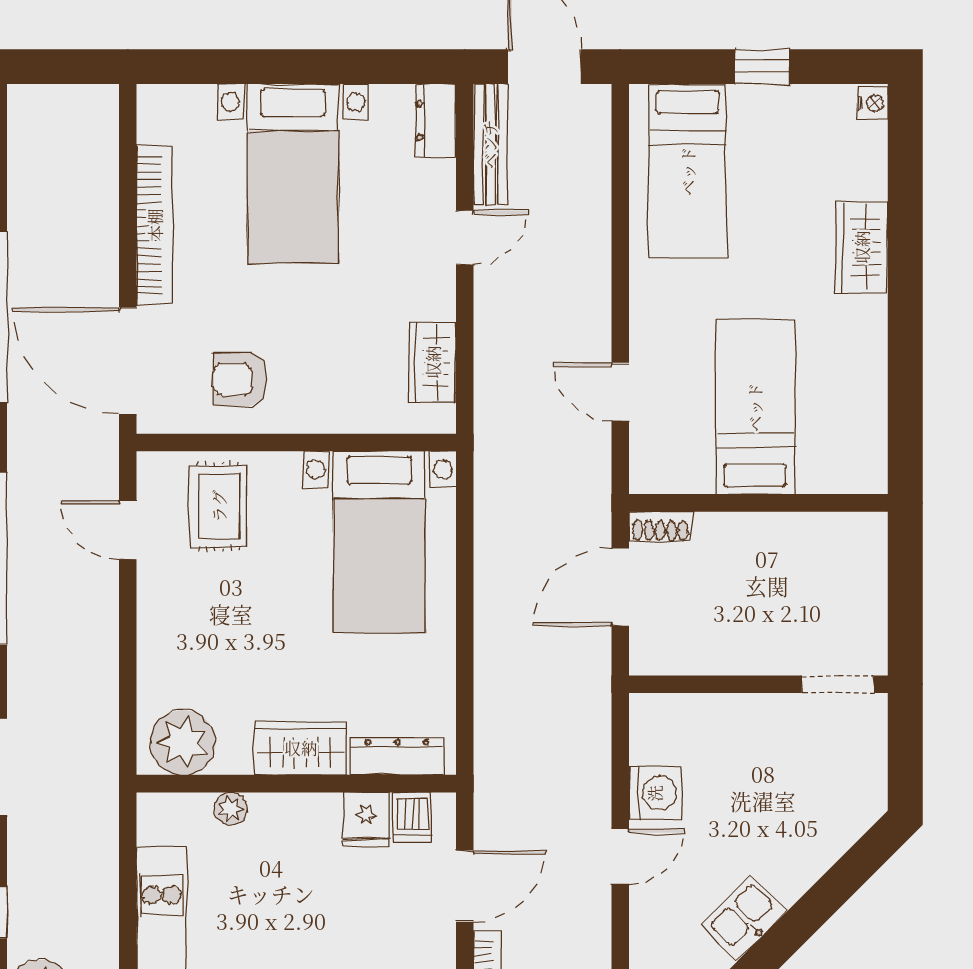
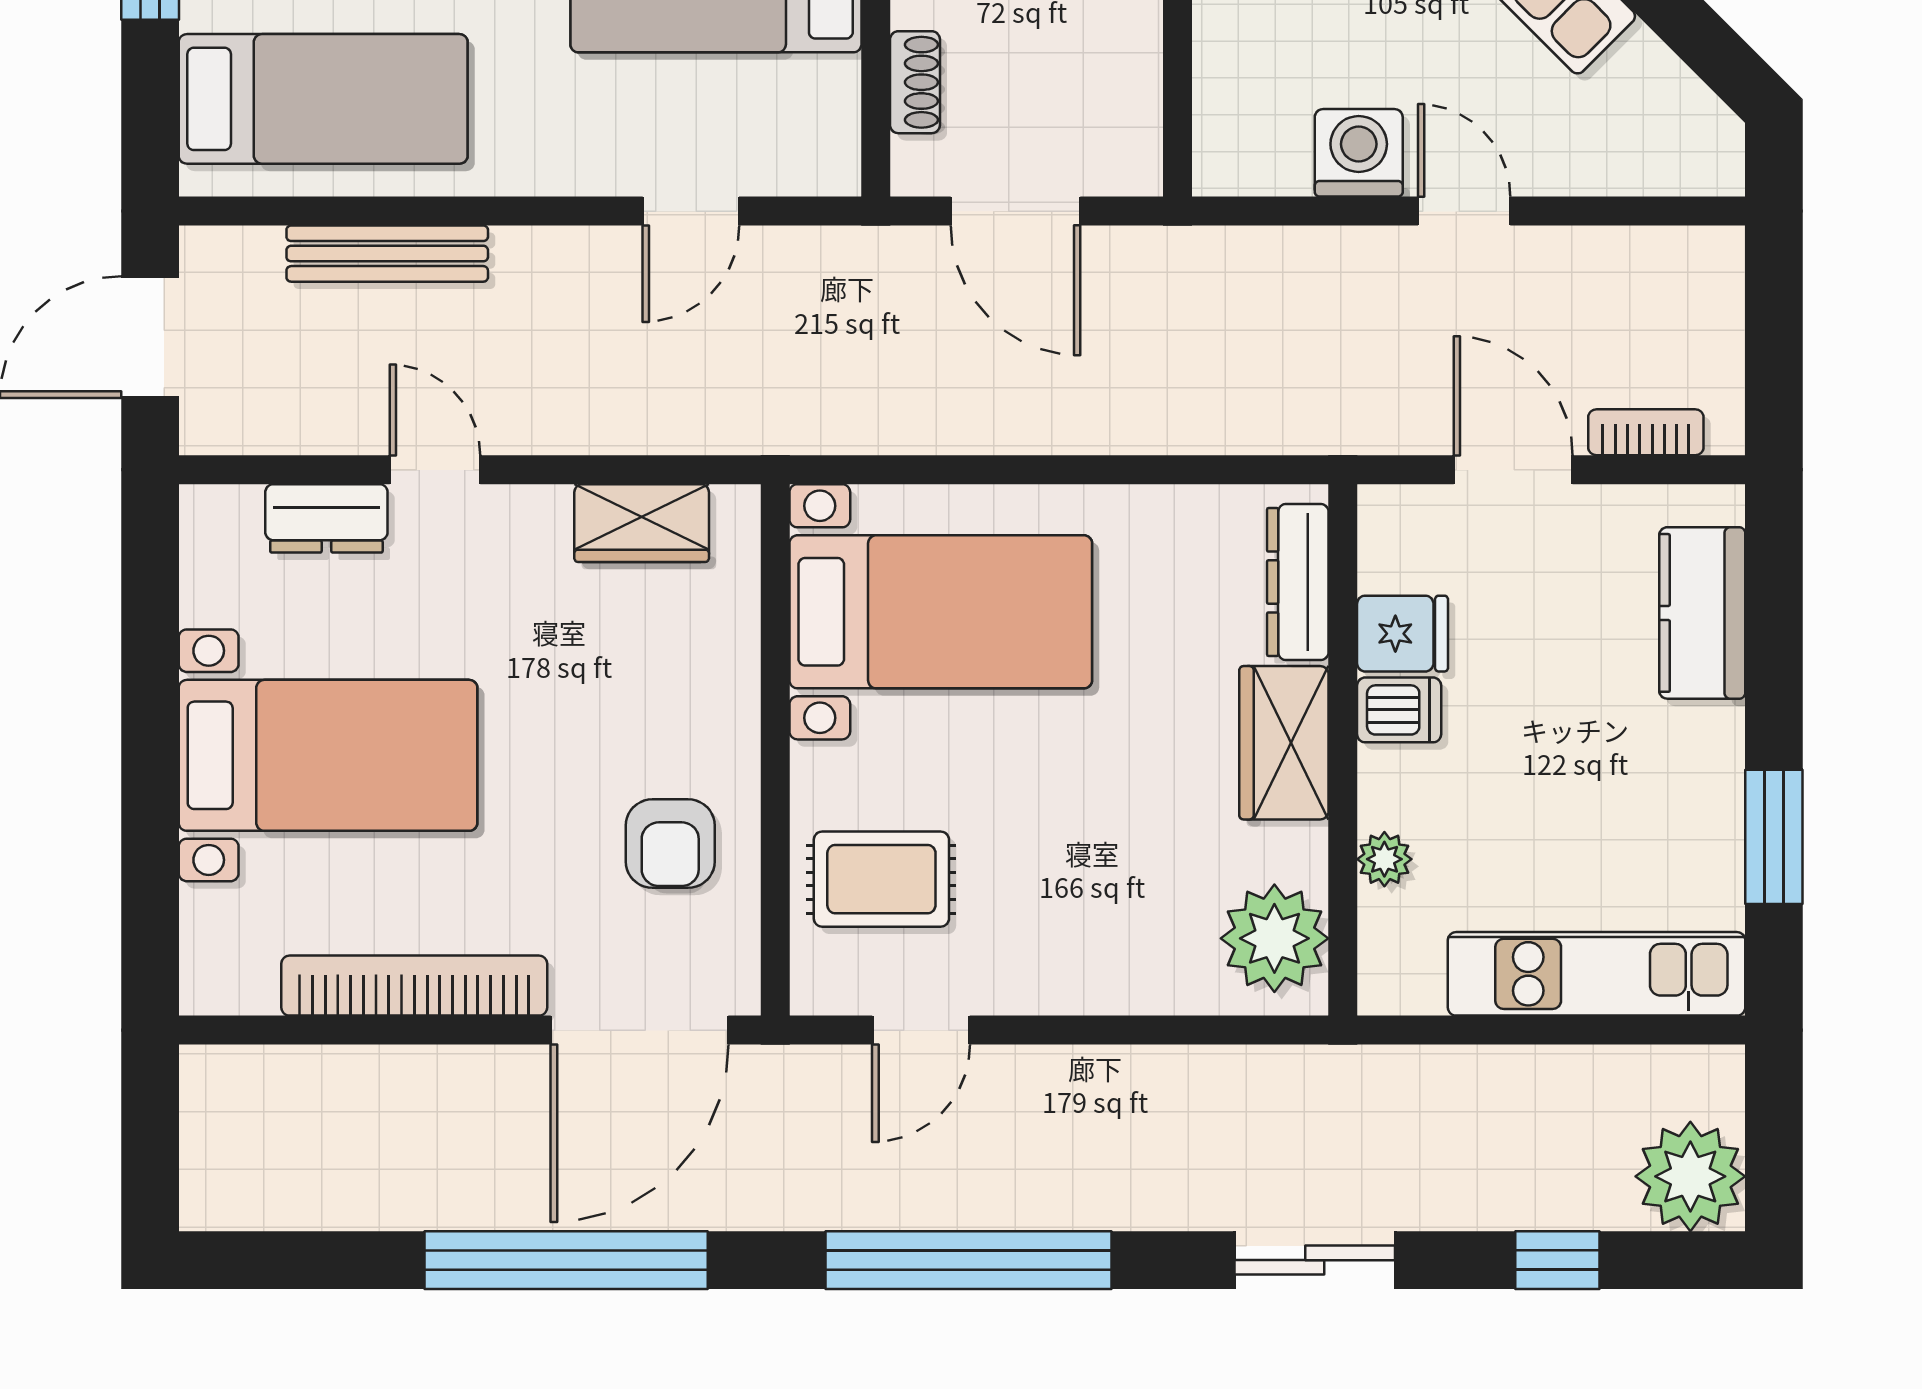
dresser: (435, 121) -> (326, 518), moved
bench: (490, 144) -> (387, 254), moved
shoe rack: (660, 526) -> (915, 82), moved
dishwasher: (412, 817) -> (1399, 710), moved

